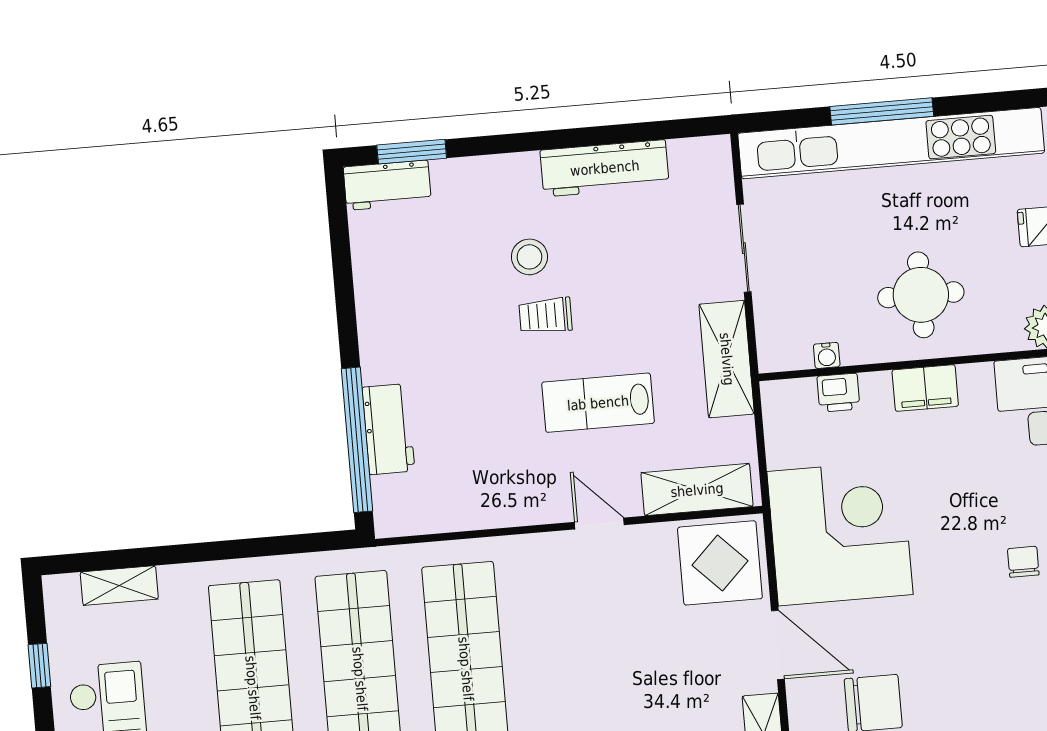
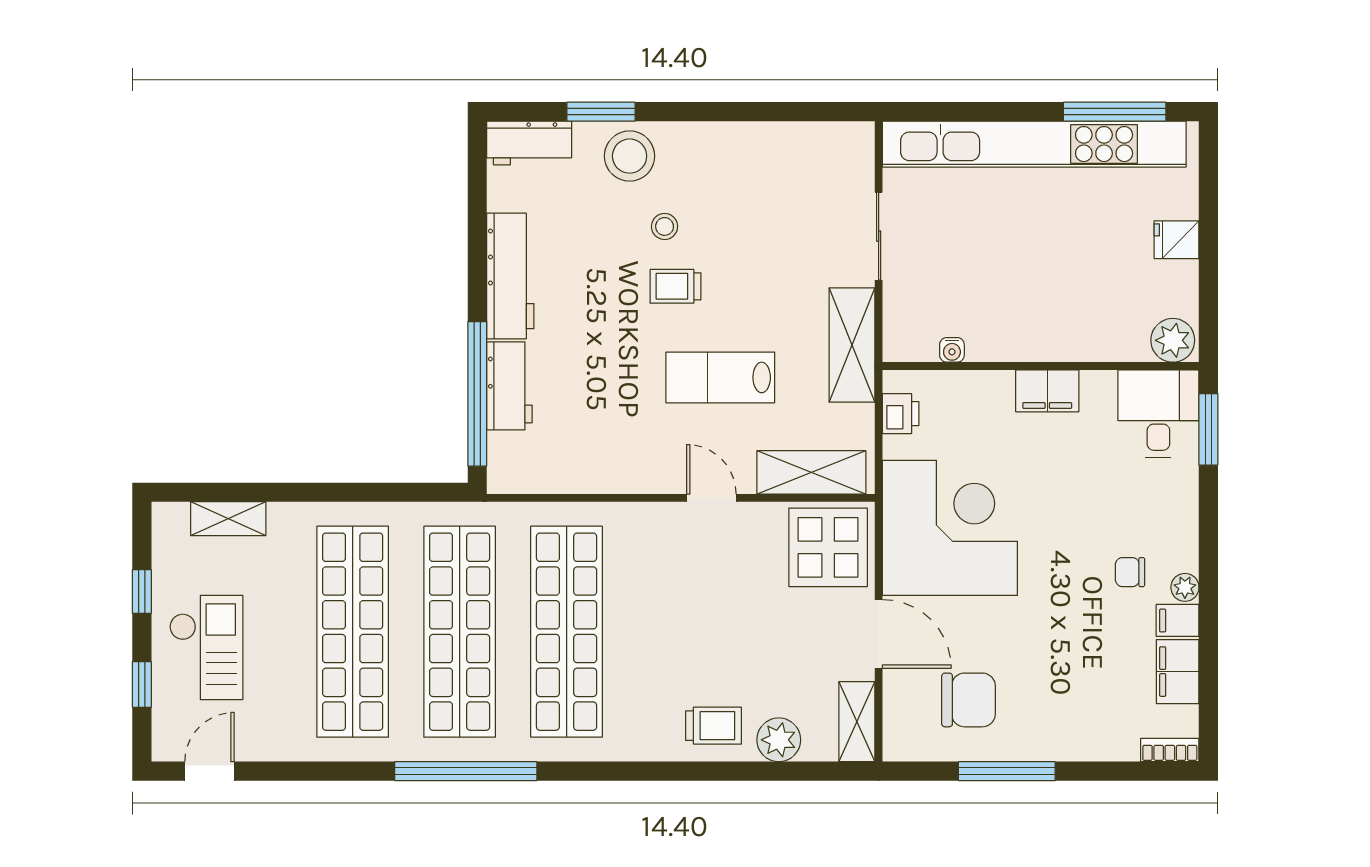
window: (882, 111) -> (1115, 112), moved
window: (412, 152) -> (601, 112), moved
workbench: (605, 168) -> (510, 276), moved, turned -90
stool: (489, 190) -> (630, 156), added
stool: (529, 257) -> (665, 226), width x0.73, depth x0.73
round table: (921, 295) -> (1051, 298), removed
printer: (838, 393) -> (901, 414), moved, turned -90
chair: (1023, 562) -> (1130, 572), turned -90

